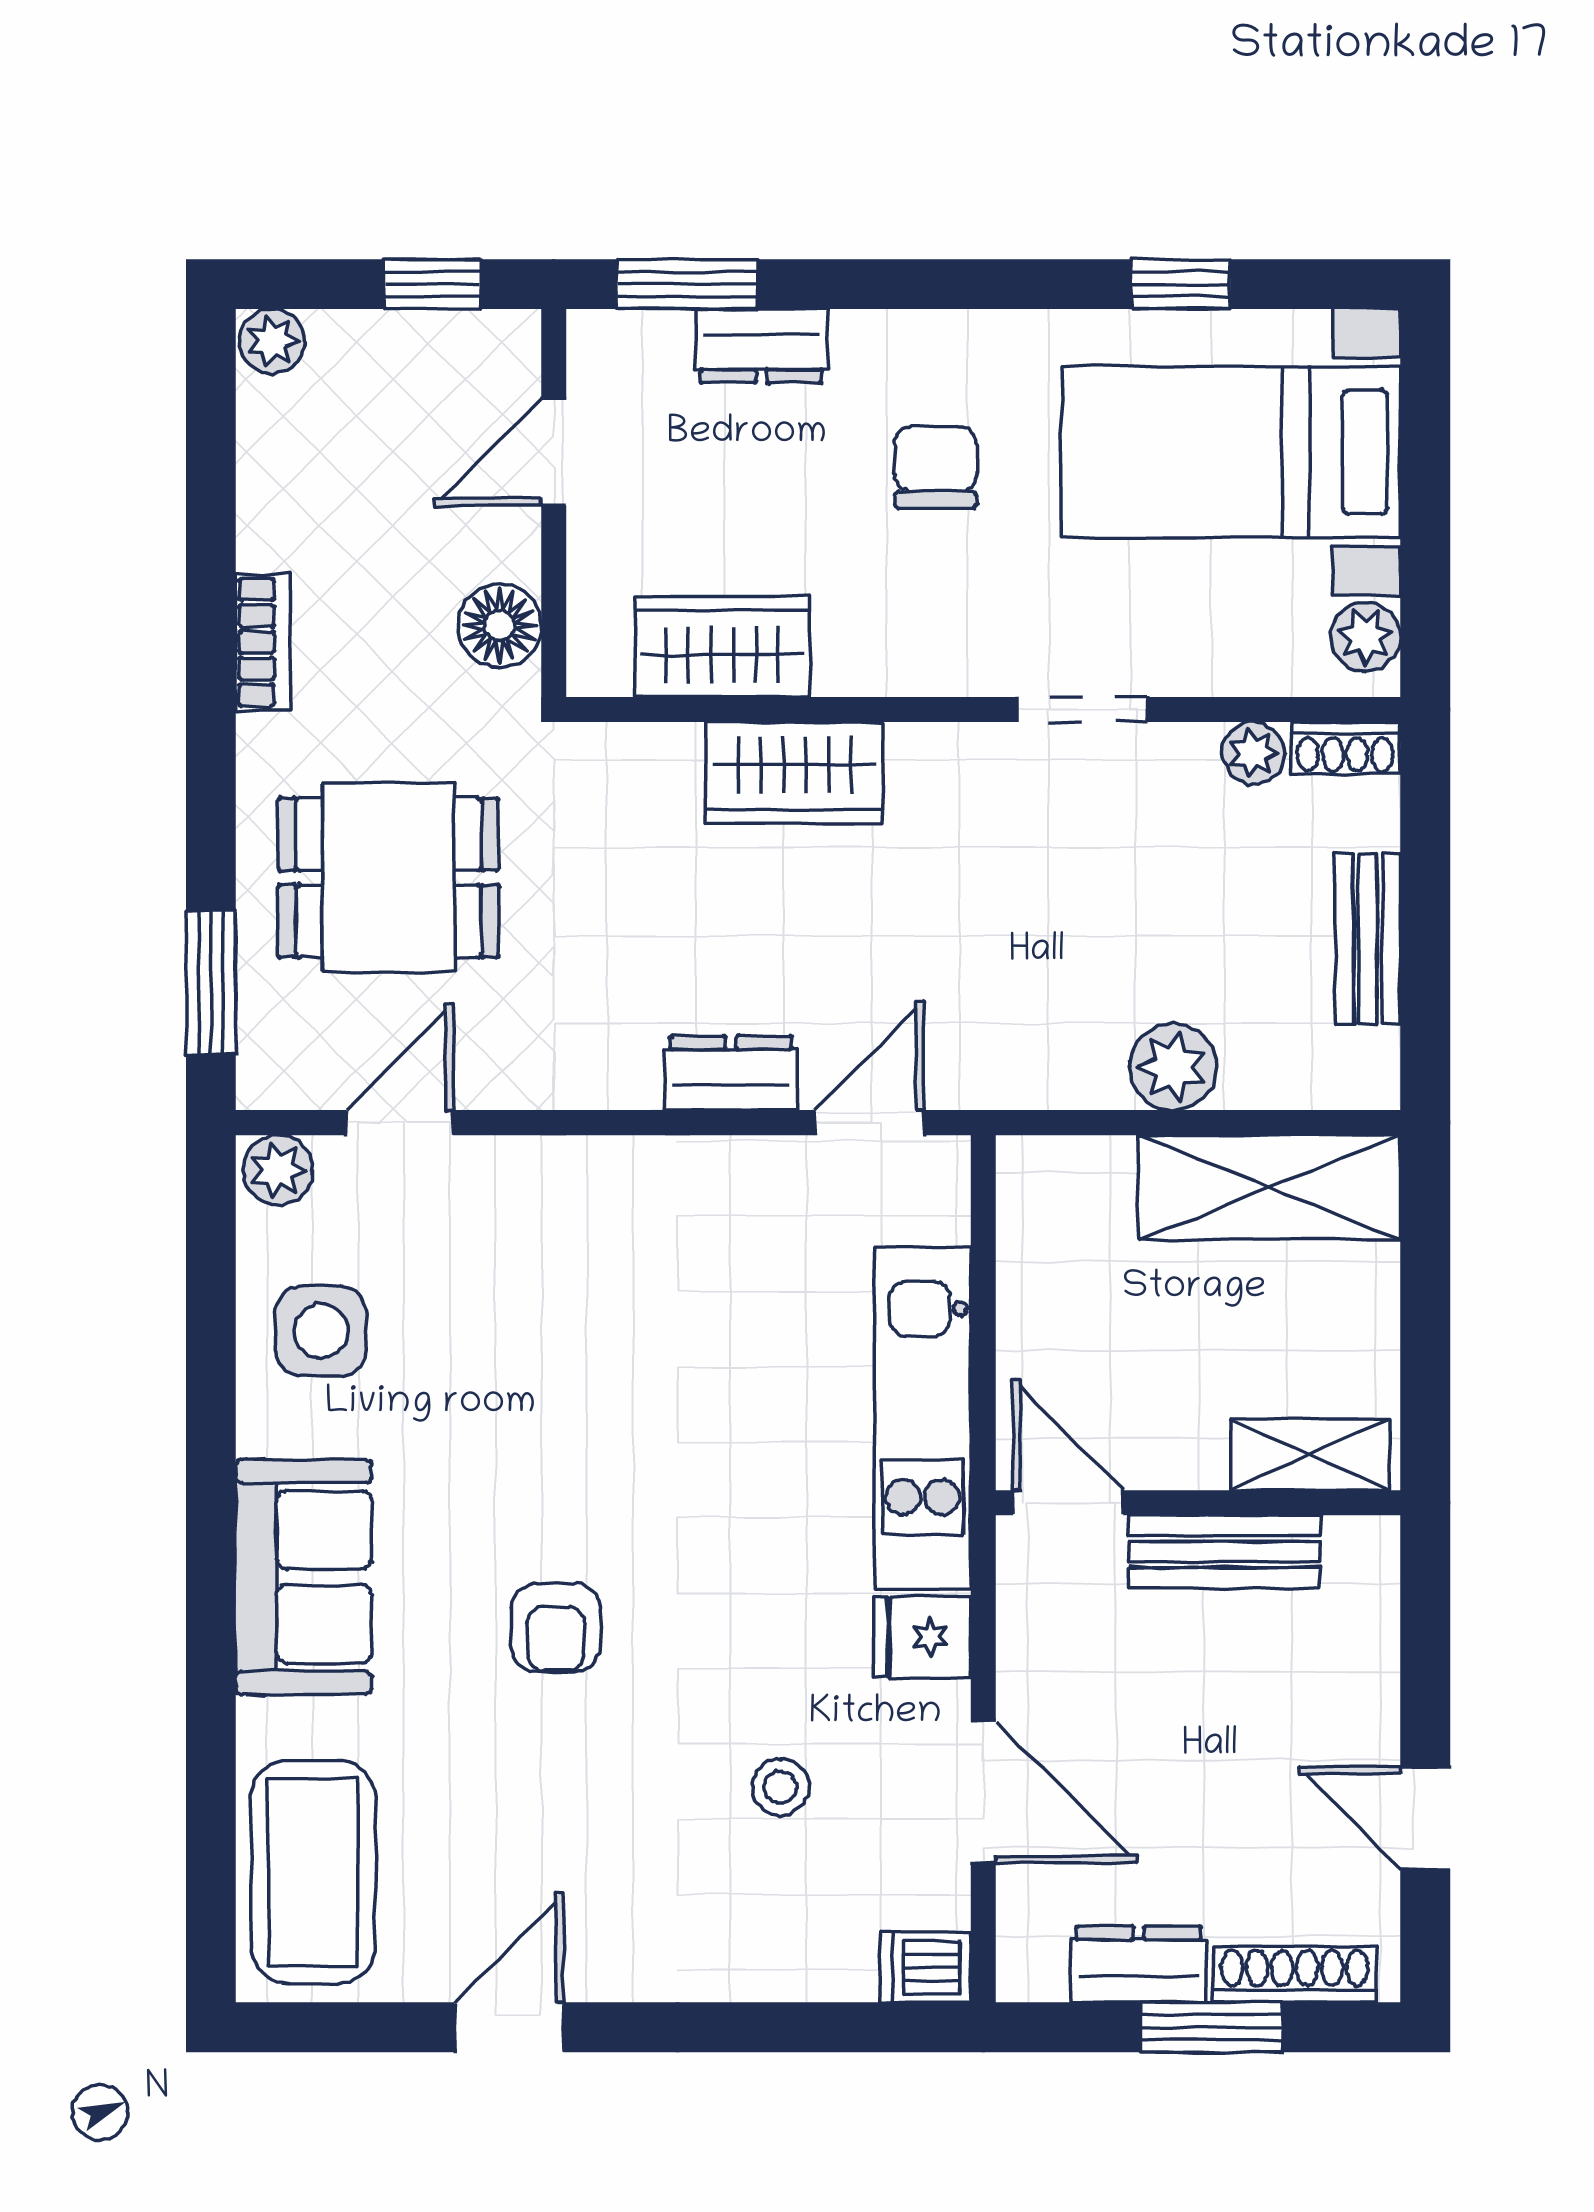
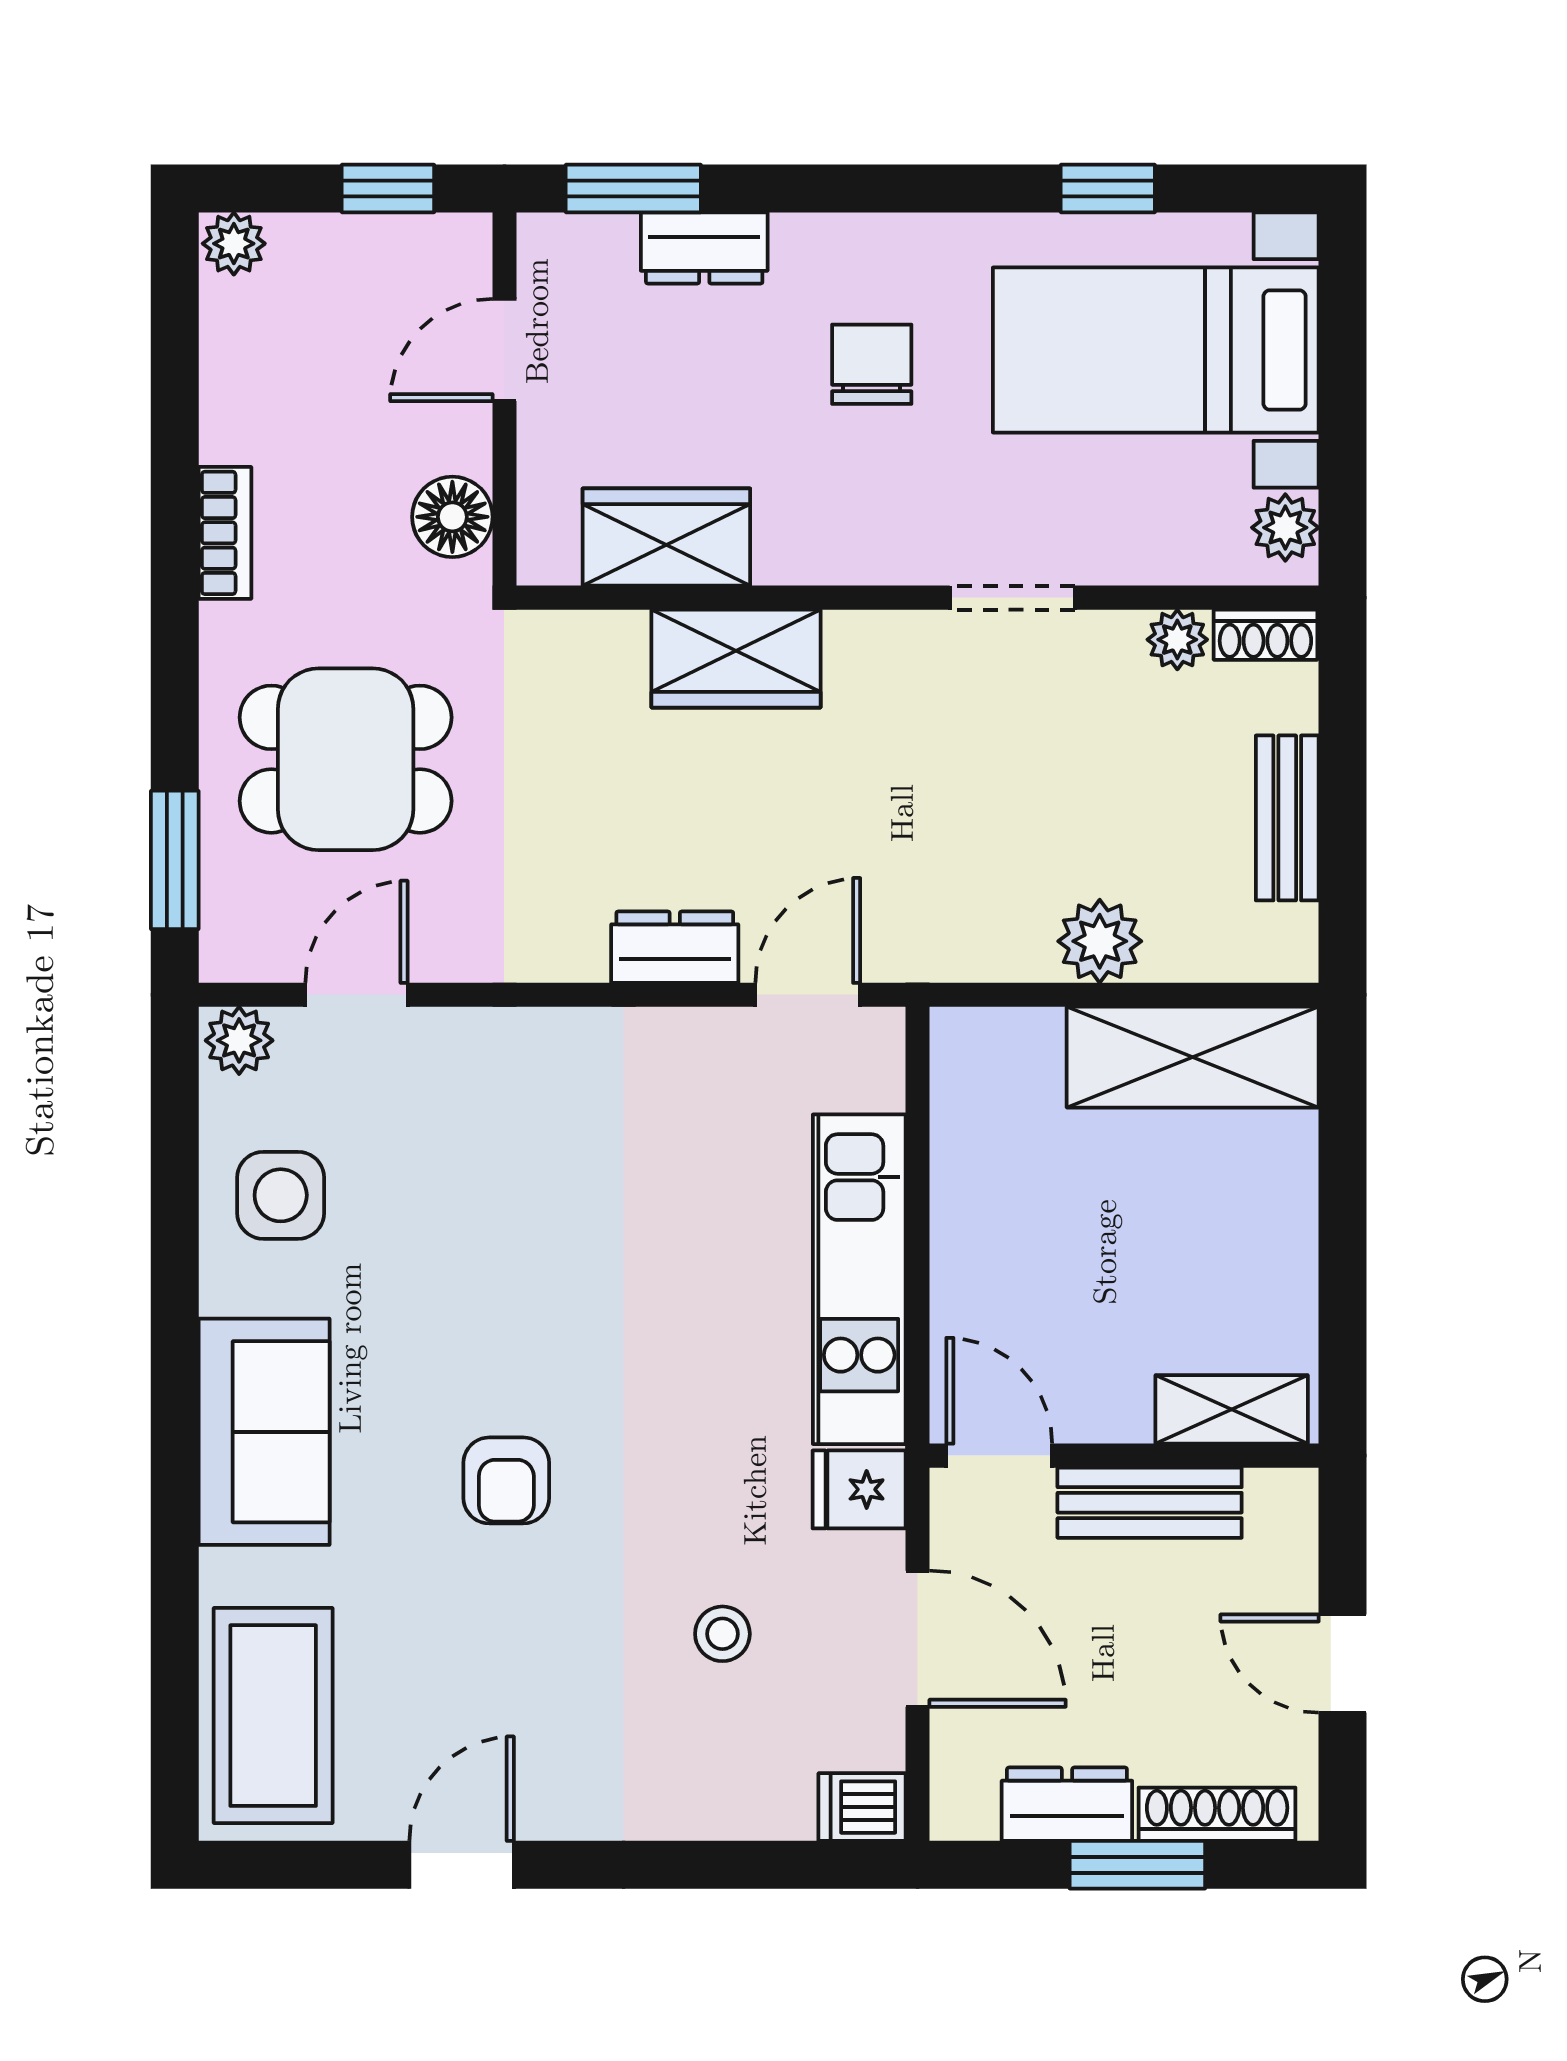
shelving: (1310, 1455) -> (1232, 1409), moved
door: (1068, 1503) -> (999, 1456), moved
wall: (1198, 1503) -> (1124, 1456), moved
bench: (1225, 1552) -> (1150, 1503), moved

